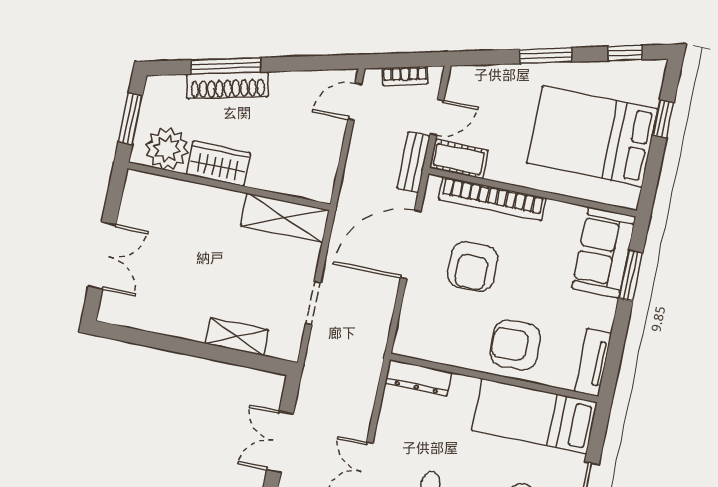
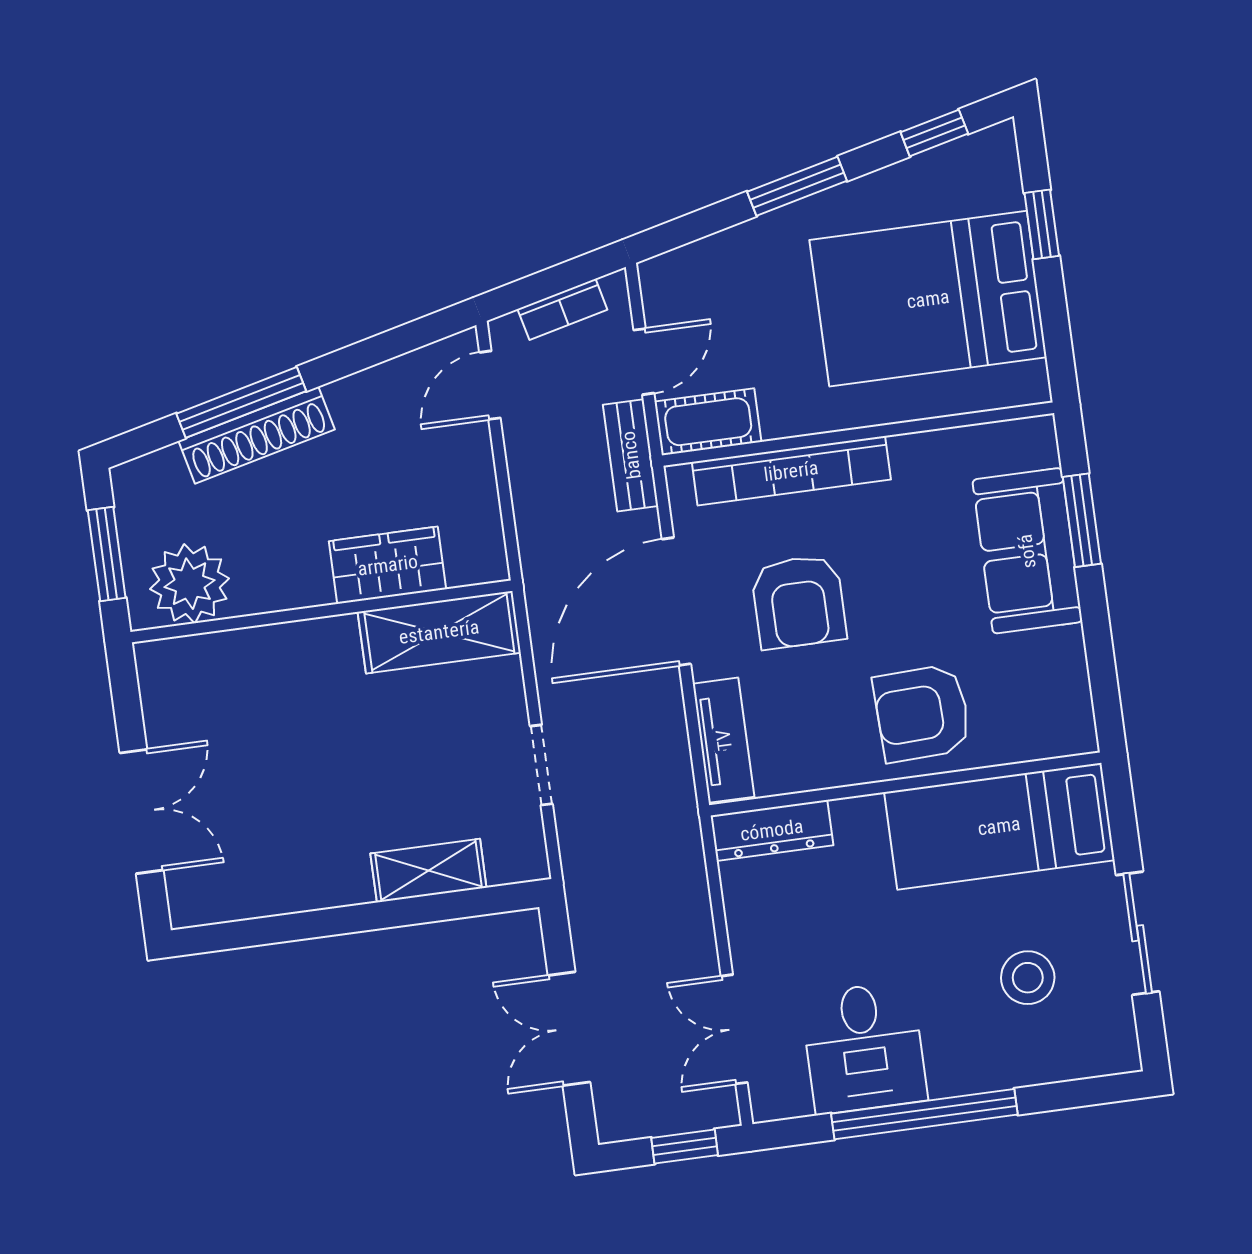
wardrobe: (218, 164) -> (388, 565), moved
sofa: (604, 252) -> (1027, 551), moved
tv unit: (593, 362) -> (724, 740), moved, turned 180

